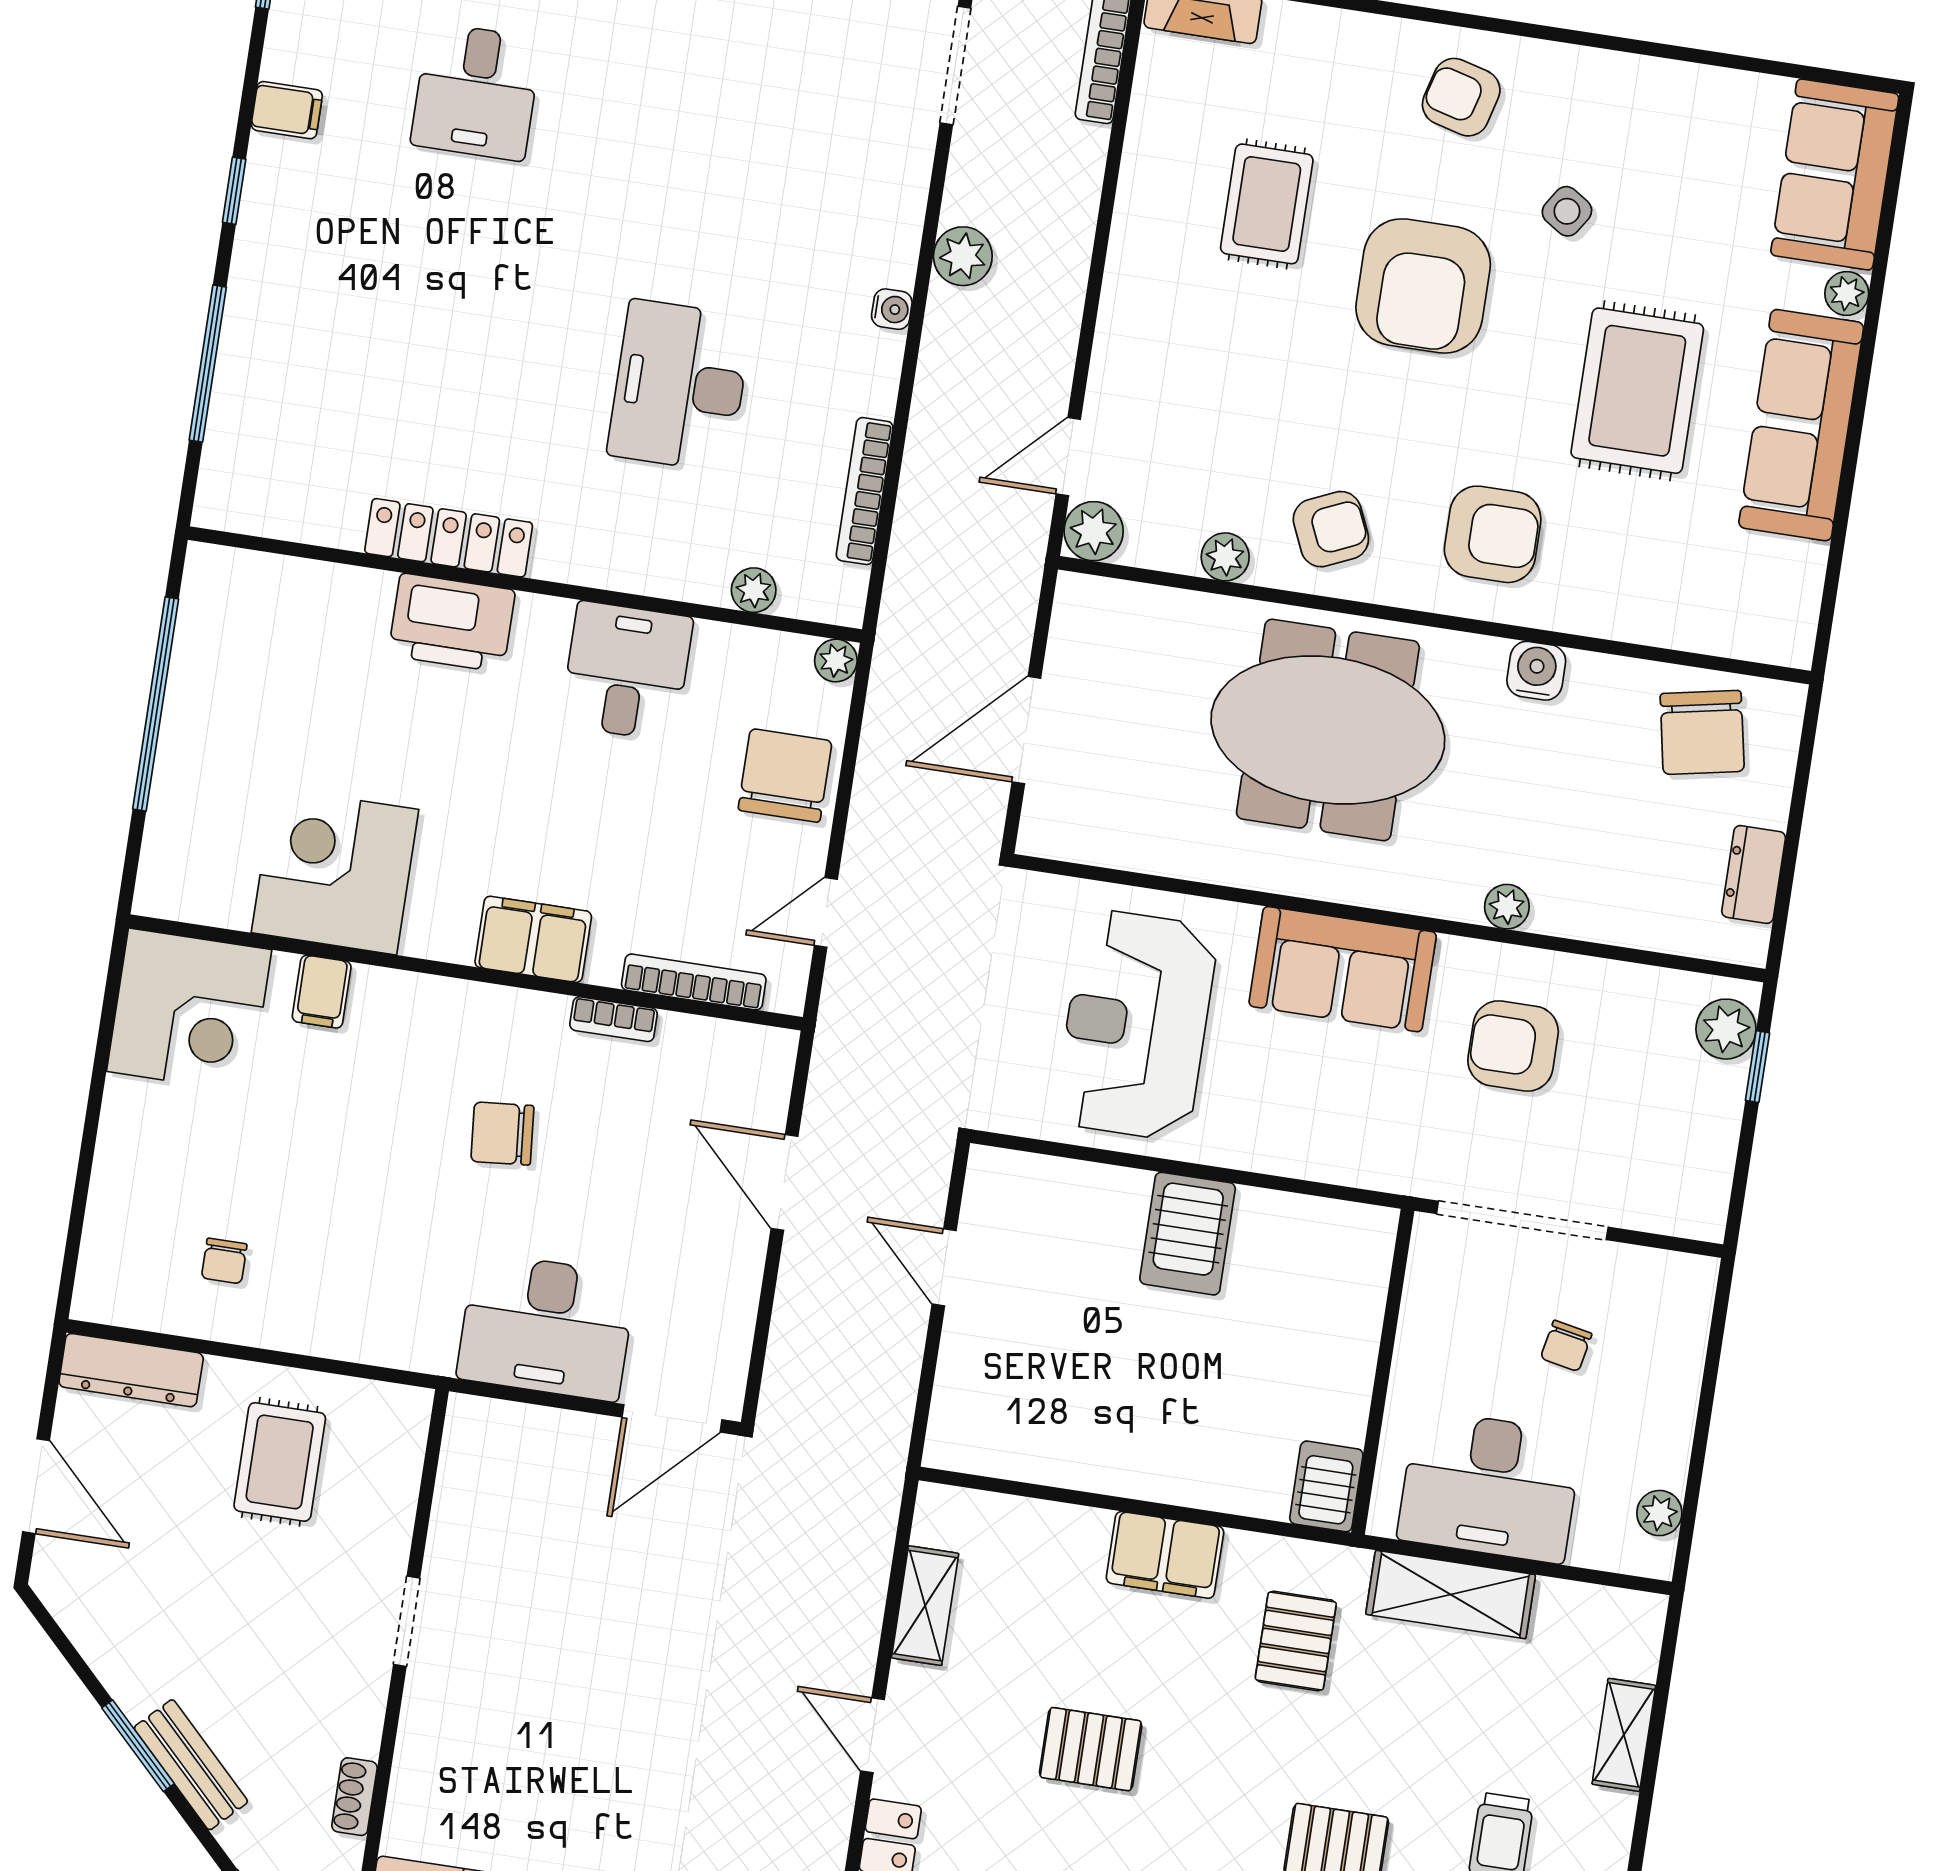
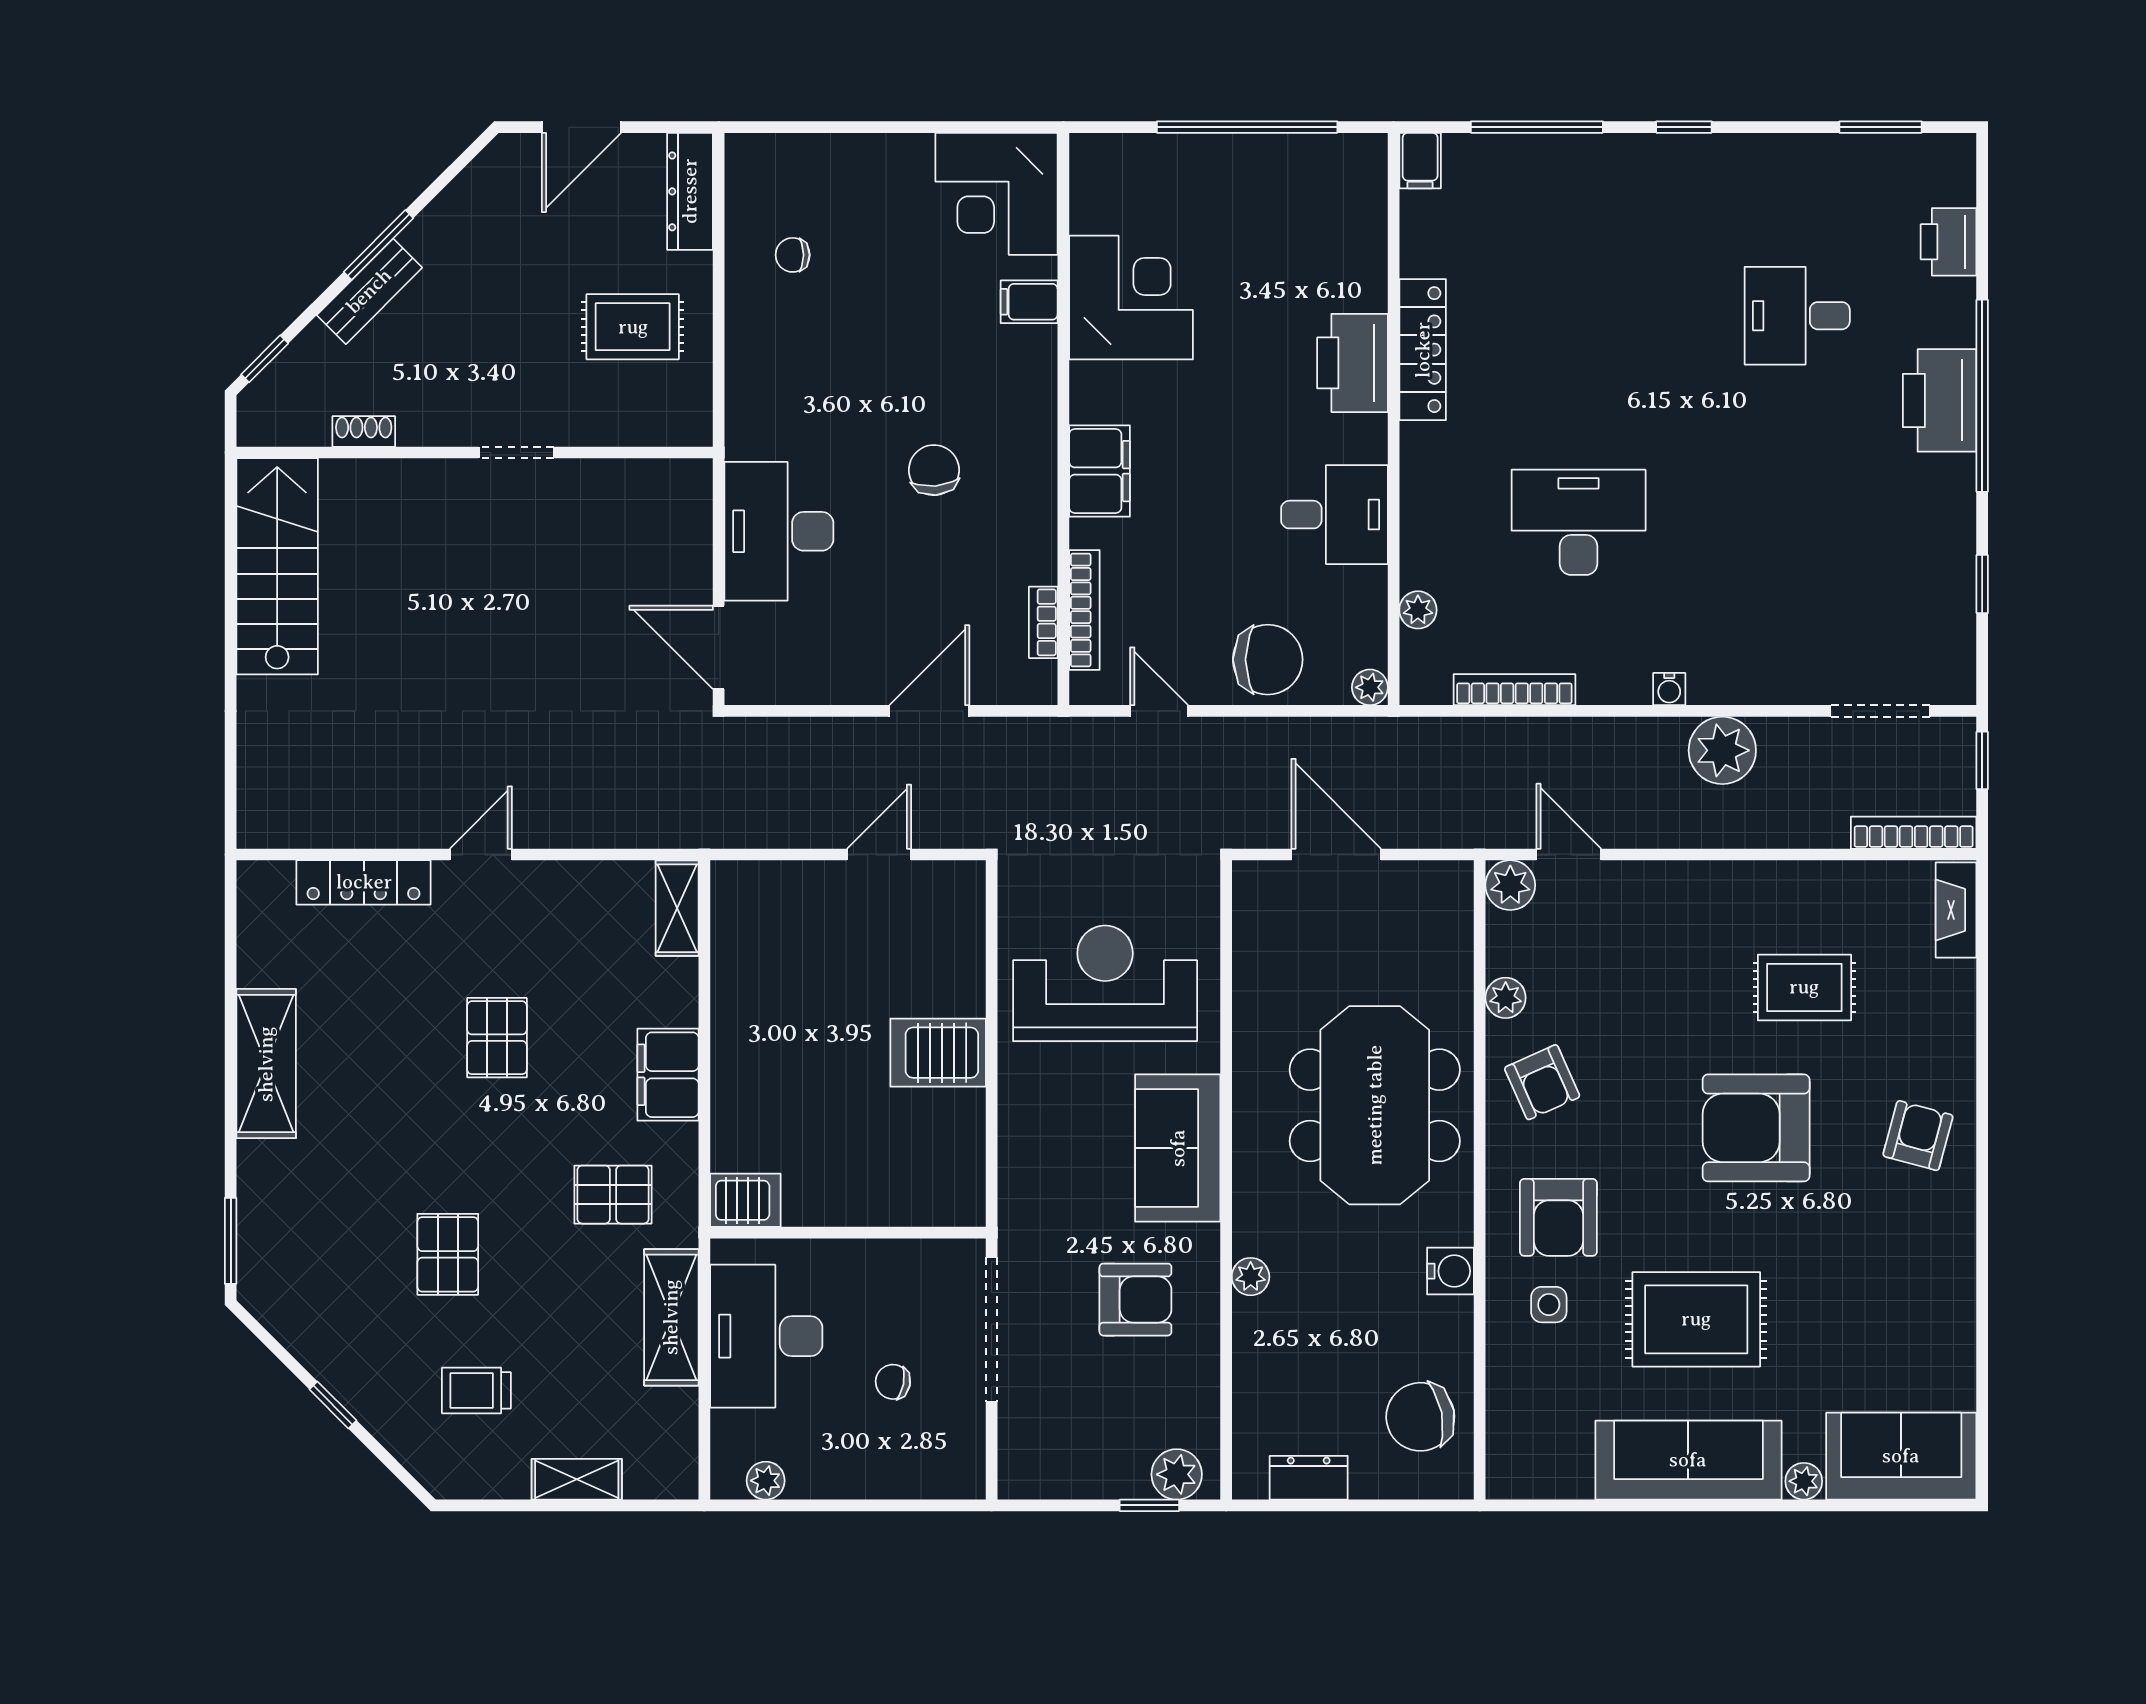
filing cabinet: (287, 110) -> (1420, 161), moved
side table: (1567, 211) -> (1549, 1305), moved, turned -33
plant: (963, 256) -> (1722, 750), width x1.36, depth x1.36
bookcase: (614, 1019) -> (1043, 622), moved
armchair: (1513, 1046) -> (1135, 1300), turned 90
shelving: (925, 1606) -> (677, 908), moved, turned 90

